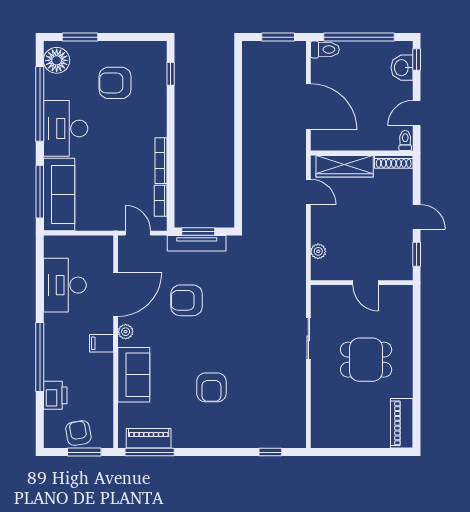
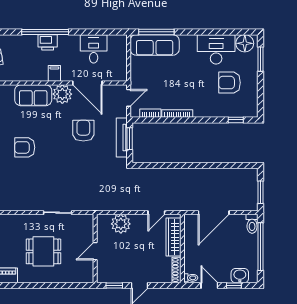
window: (417, 60) -> (234, 285), moved
armchair: (115, 83) -> (230, 83), turned -90
window: (40, 104) -> (215, 32), removed
desk: (66, 128) -> (216, 49), moved
plant: (318, 251) -> (121, 224), width x1.88, depth x1.88
desk: (65, 285) -> (94, 49), width x0.73
plant: (126, 332) -> (62, 94), width x1.88, depth x1.88
dining table: (366, 360) -> (43, 251), turned 90
printer: (55, 395) -> (48, 42), moved

